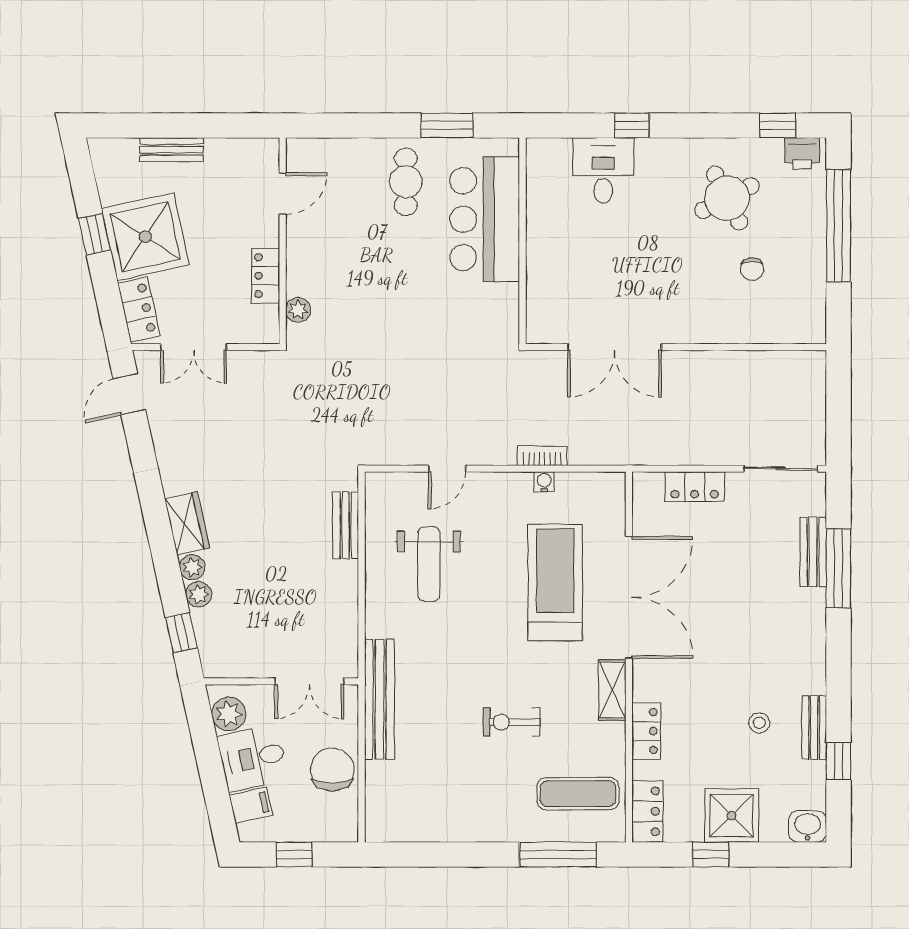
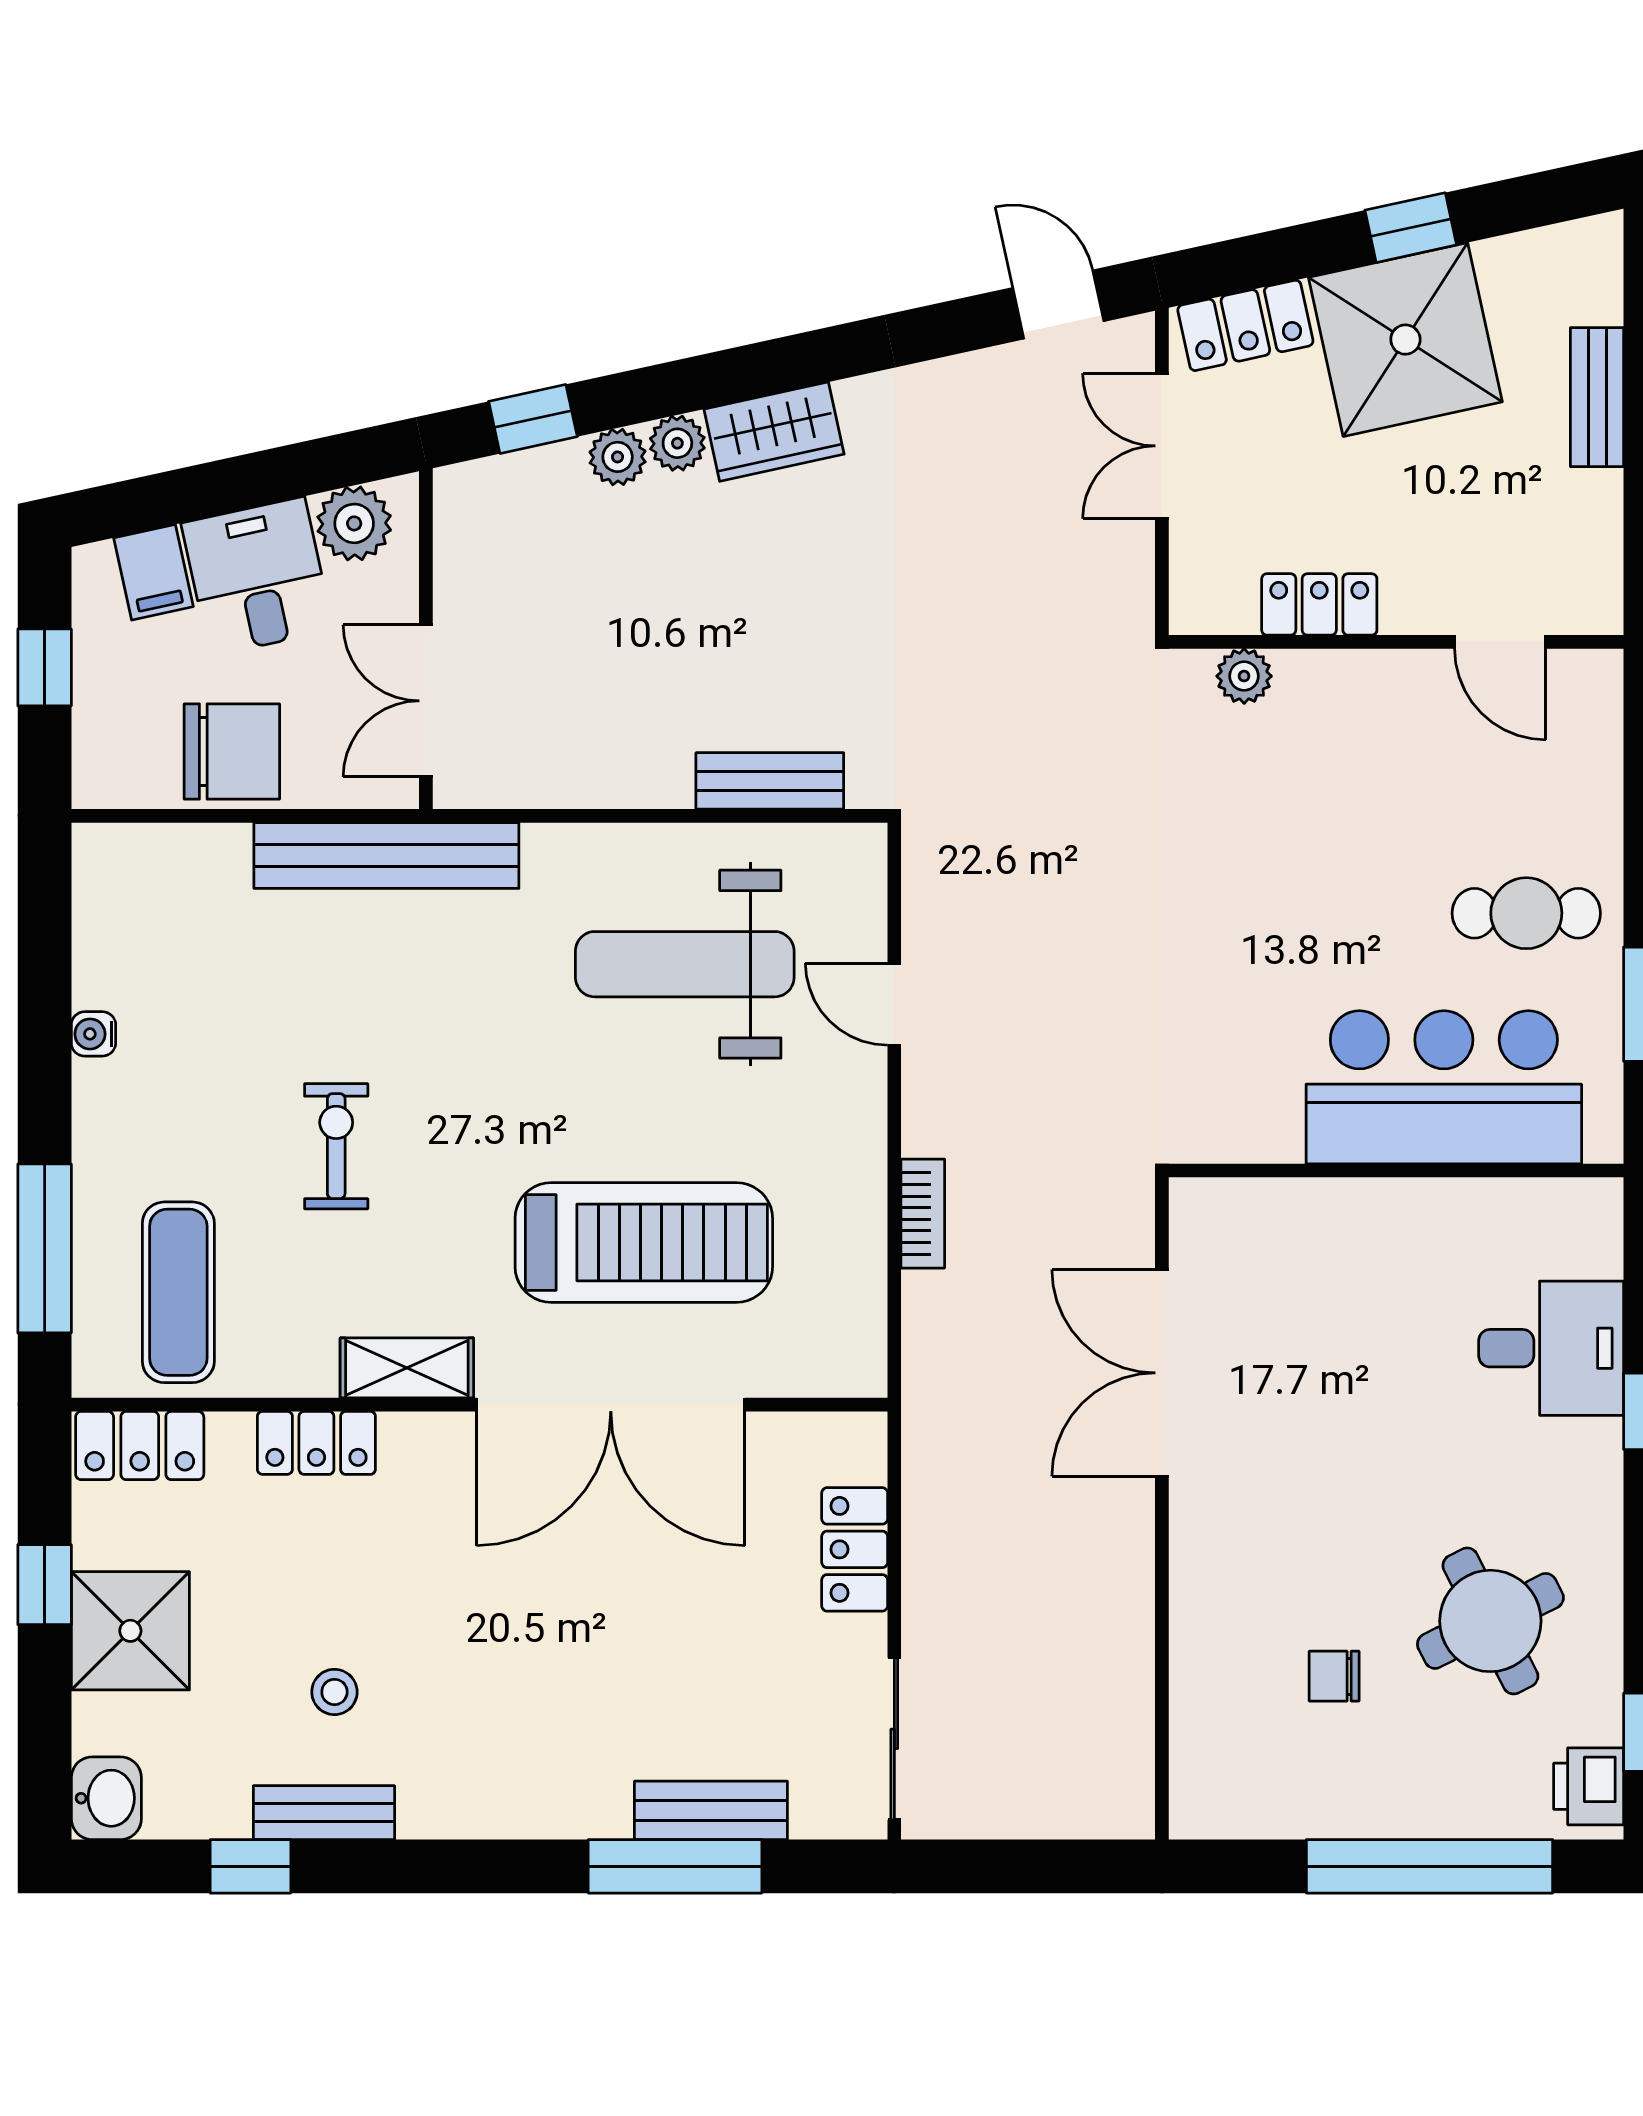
water cooler: (544, 482) -> (93, 1034), moved, turned 180
weight bench: (429, 564) -> (685, 964), width x1.36, depth x1.33

